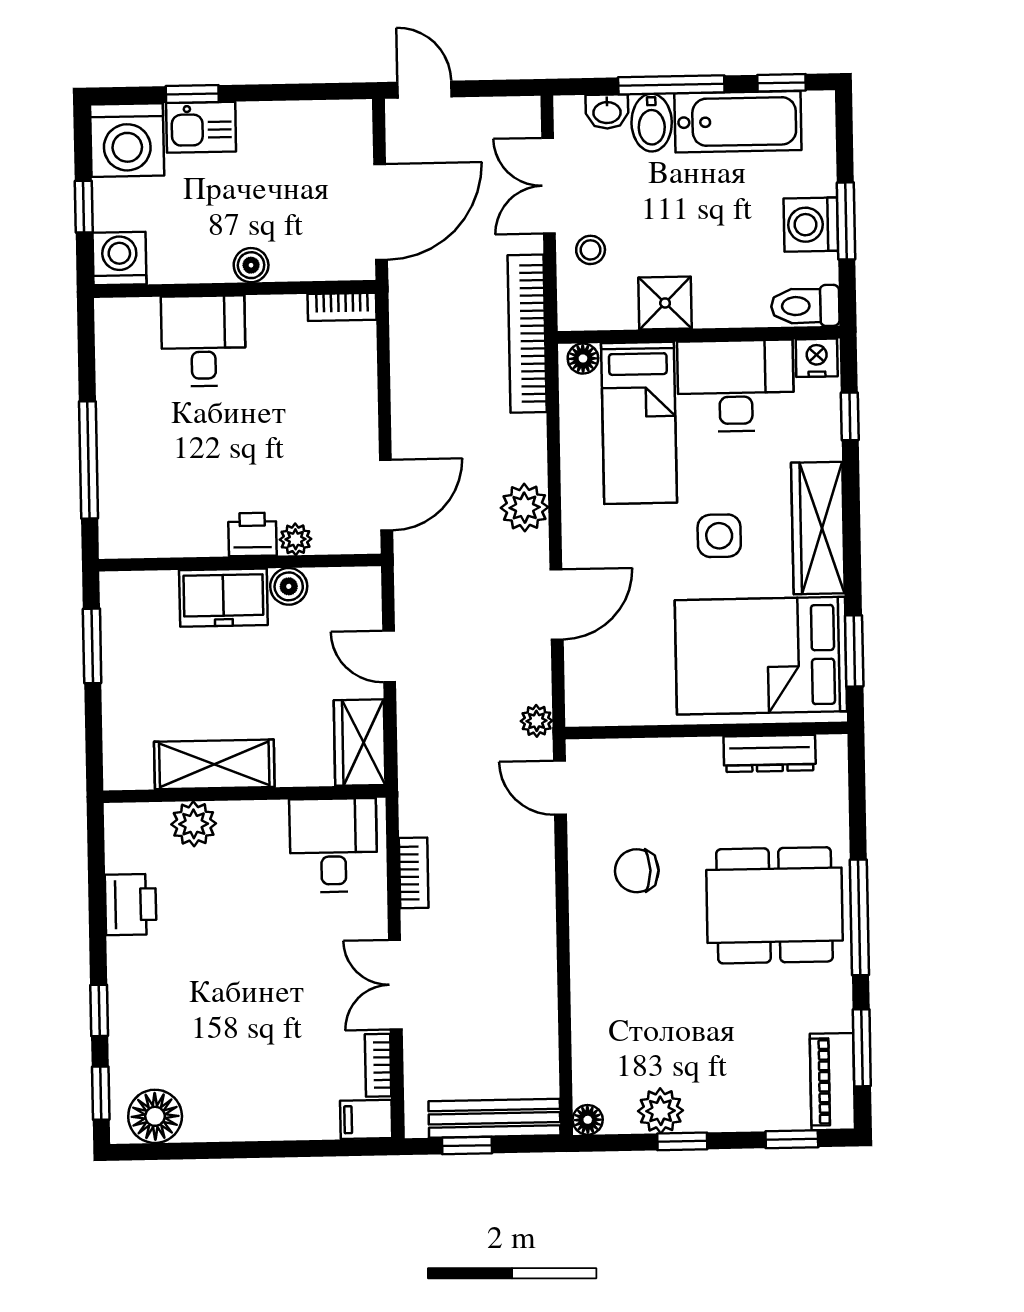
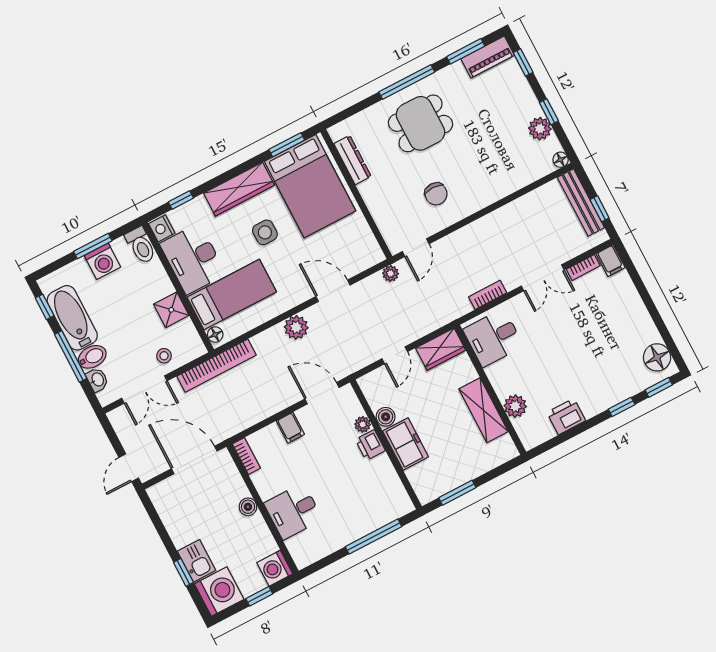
filing cabinet: (353, 409) -> (290, 428), added
dining table: (774, 905) -> (420, 123), width x0.73

